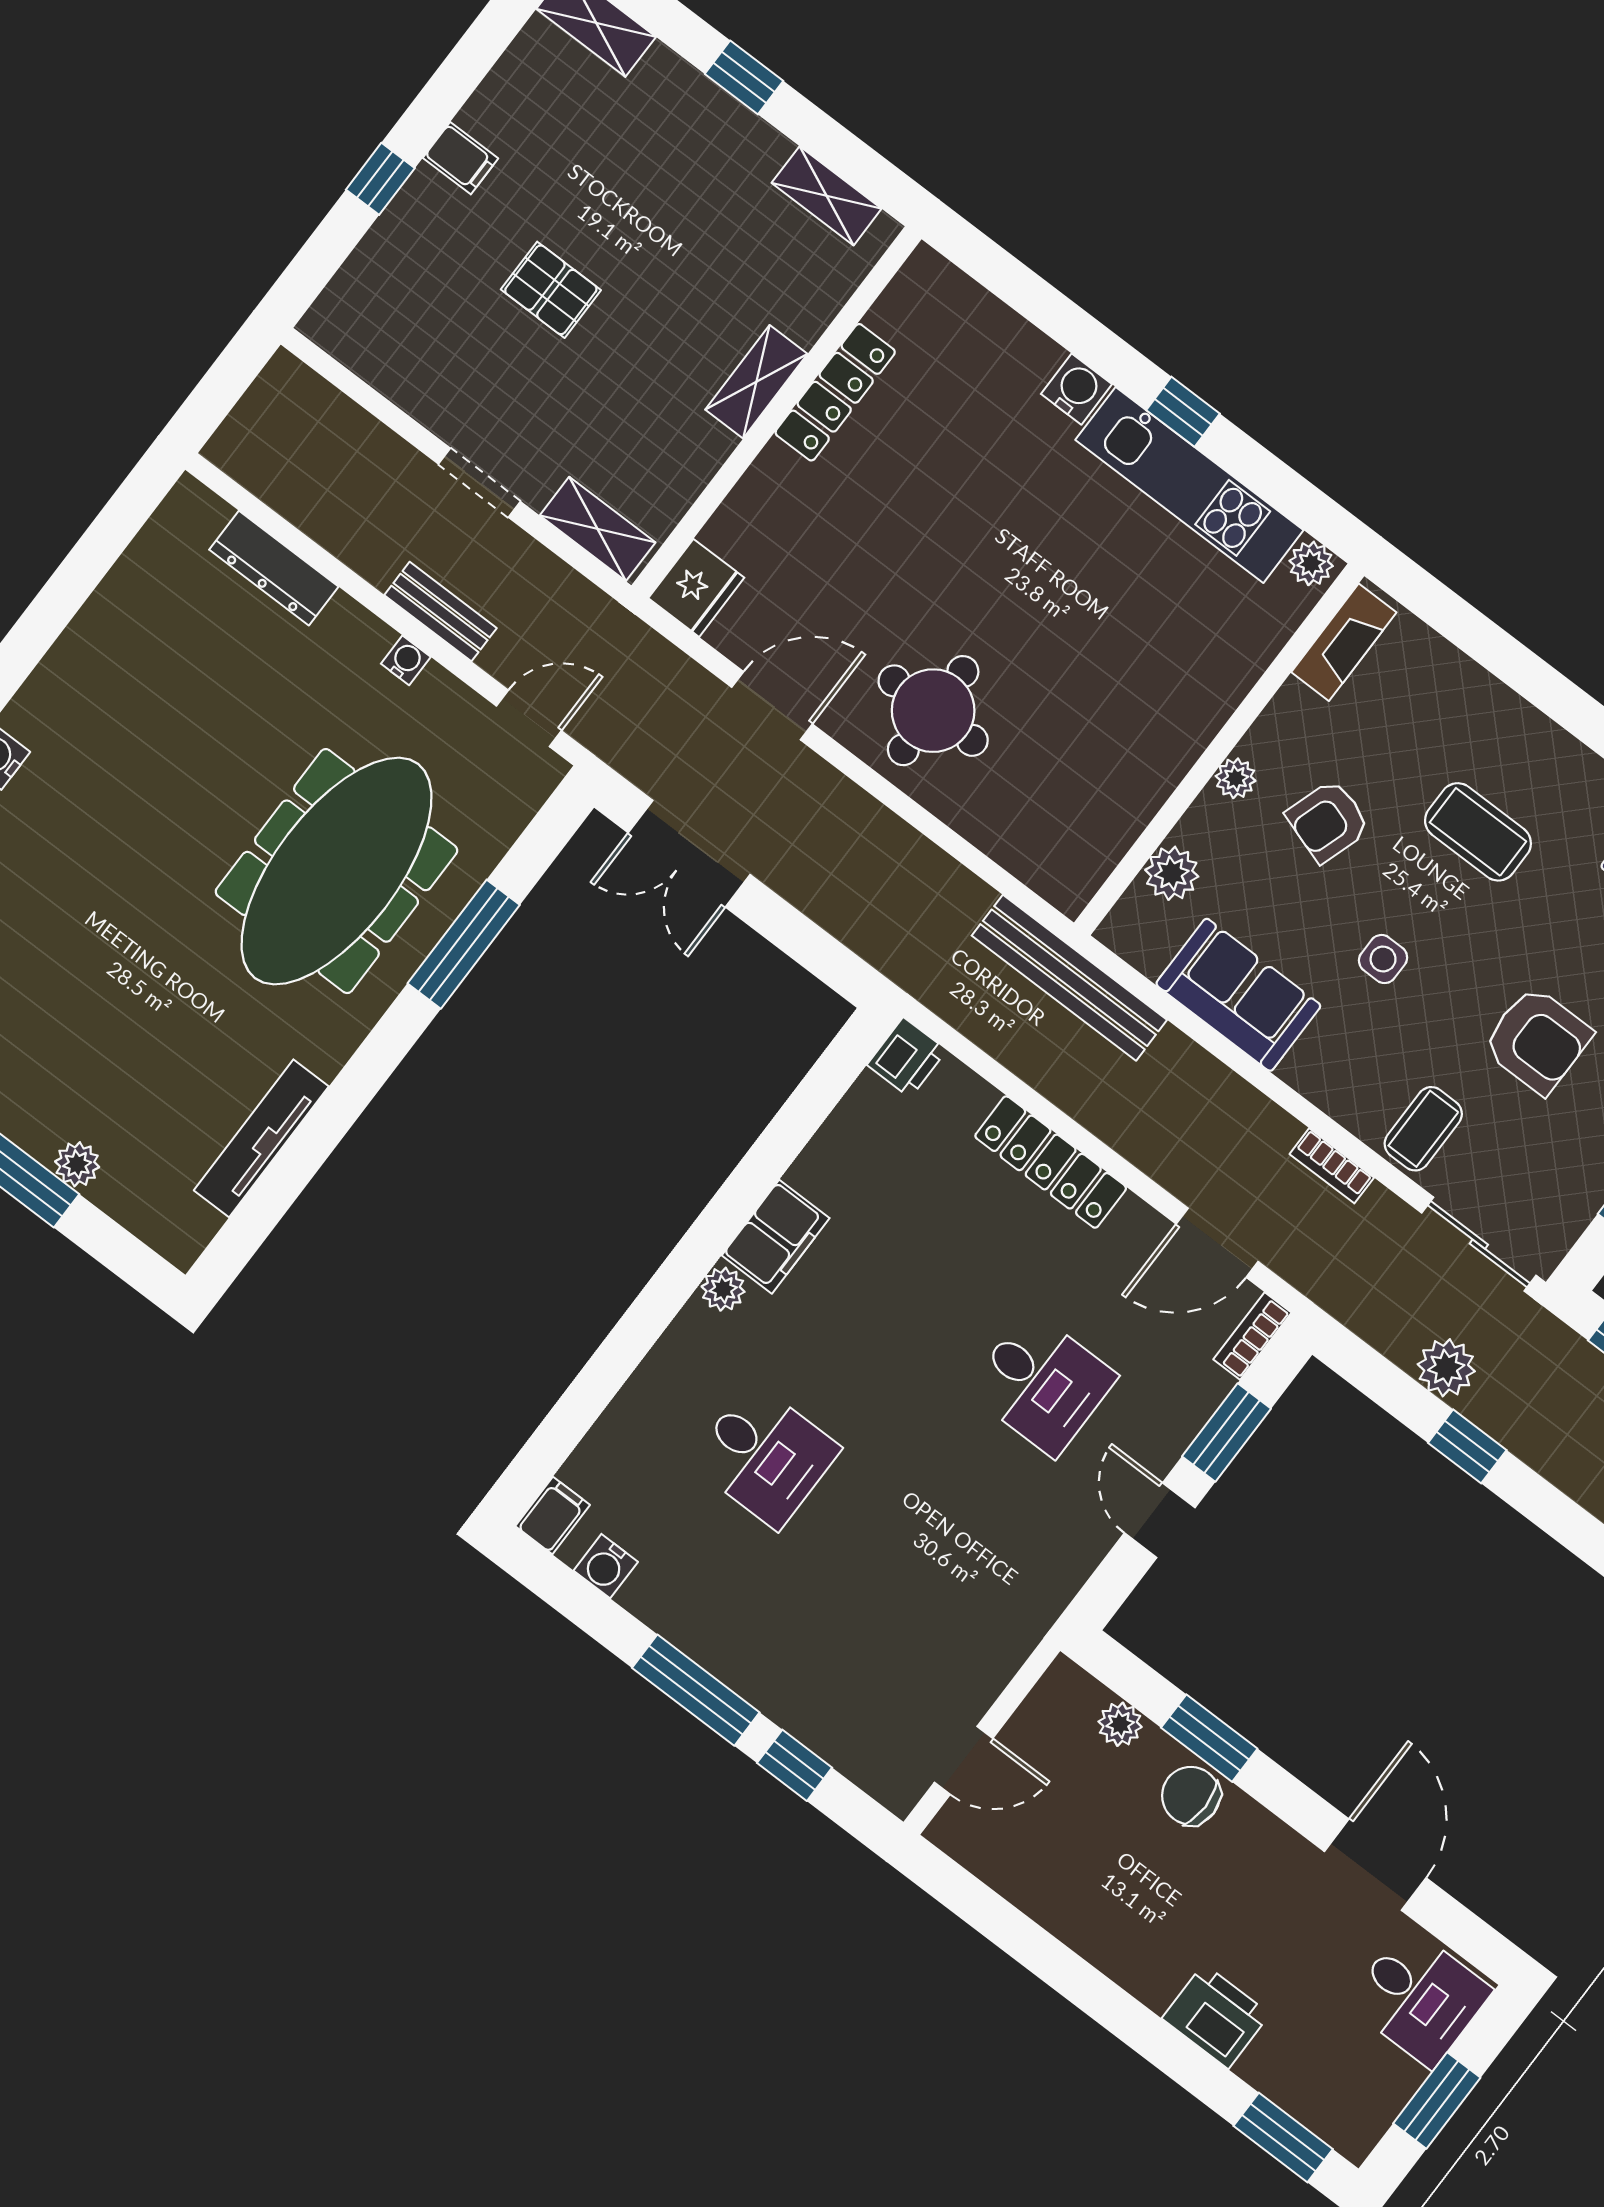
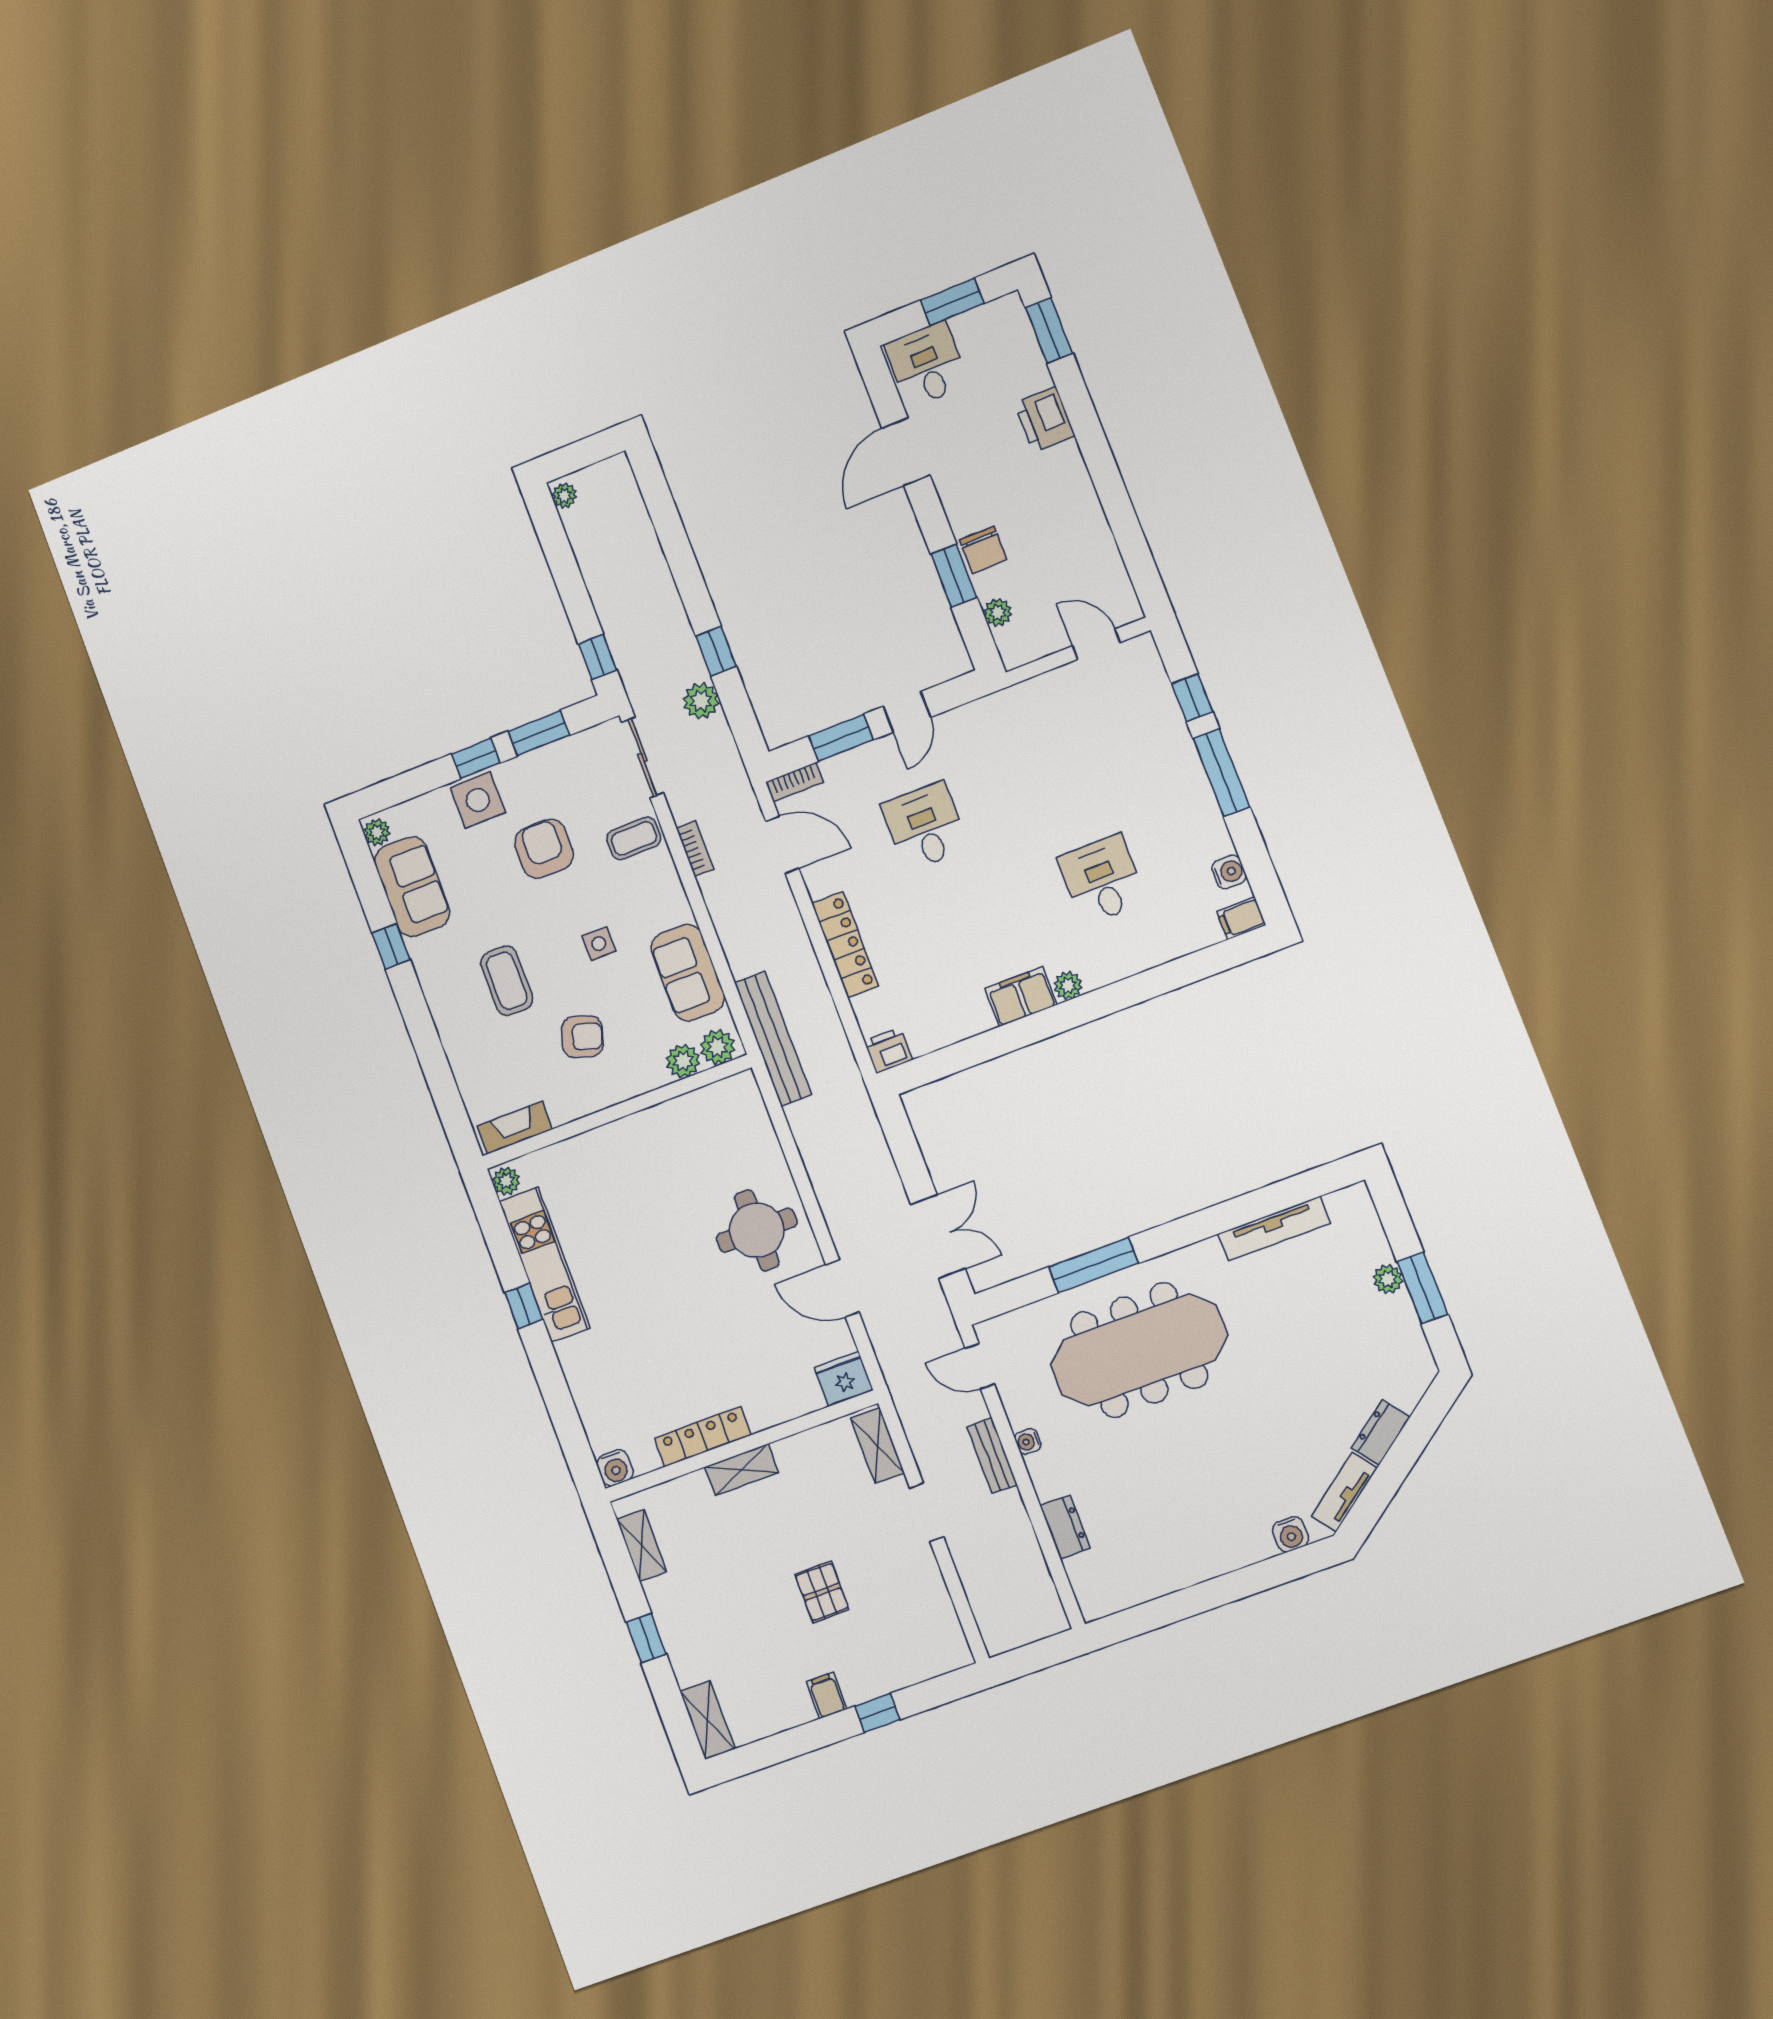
water cooler: (1077, 389) -> (615, 1468), moved, turned -90
dresser: (274, 568) -> (1065, 1527), width x0.70
plant: (1236, 778) -> (718, 1047), moved, width x1.38, depth x1.38

